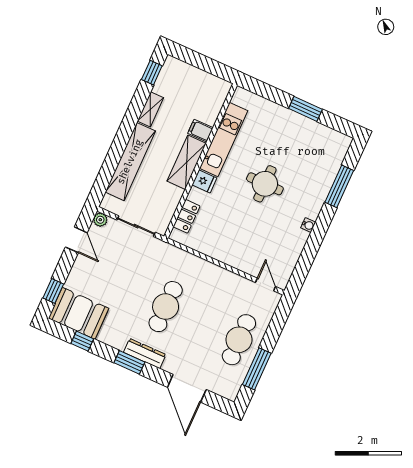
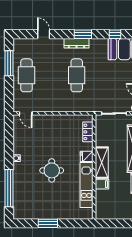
window: (339, 186) -> (9, 188), width x1.46
door: (187, 388) -> (44, 34), width x0.53

